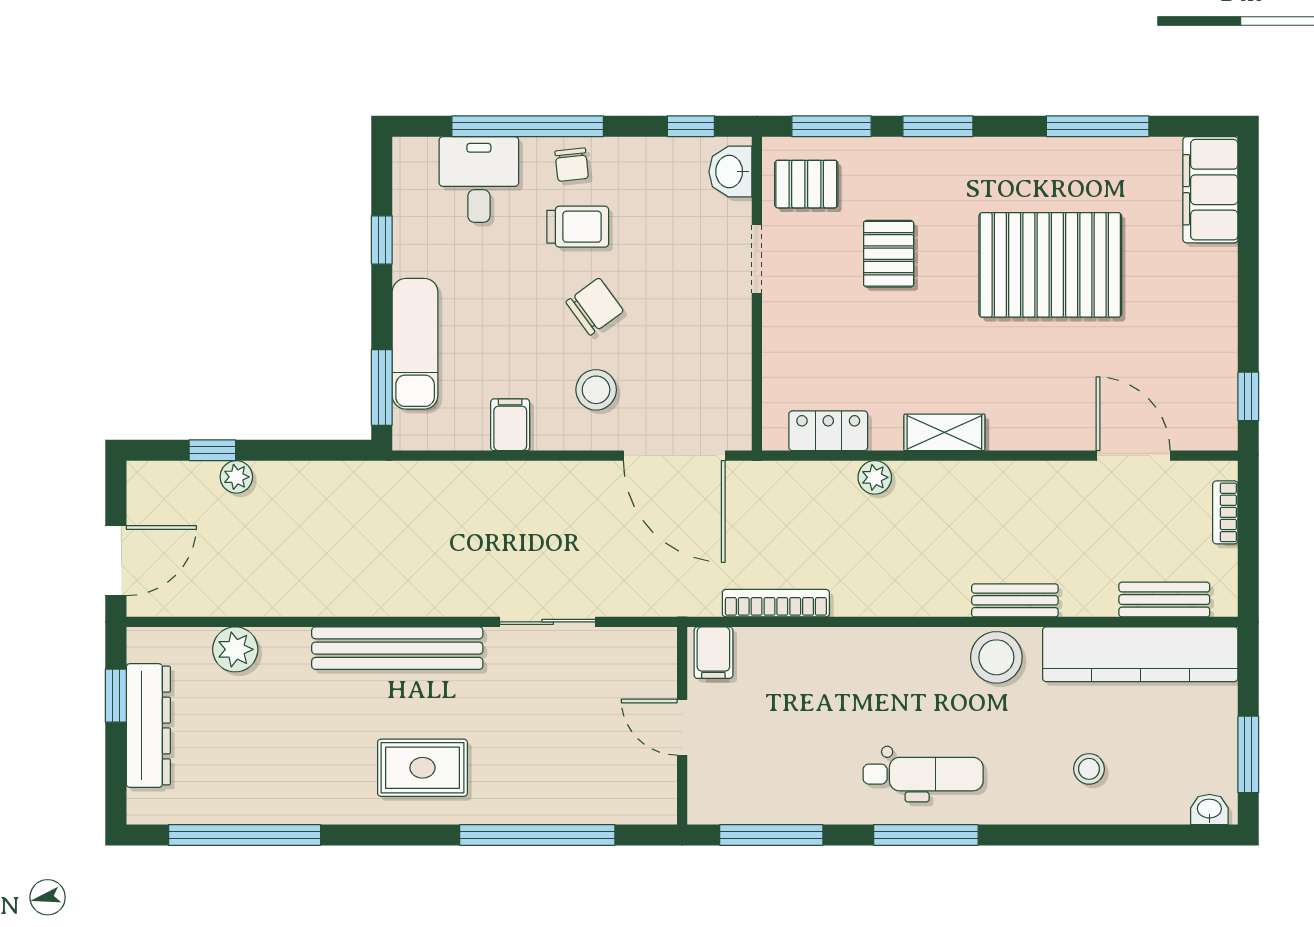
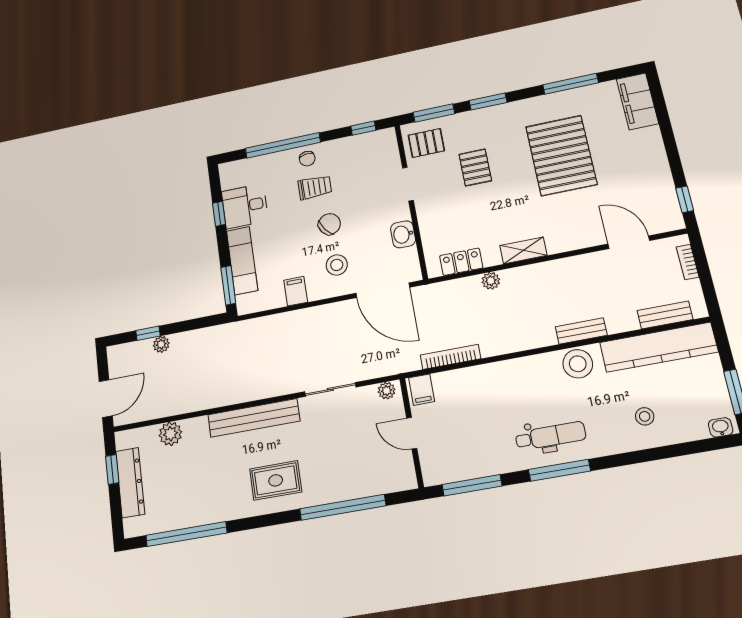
washbasin: (730, 172) -> (403, 234), moved
desk: (479, 179) -> (245, 206), moved, turned -90
pallet: (1050, 265) -> (561, 155), turned 90
plant: (650, 643) -> (387, 391), added

